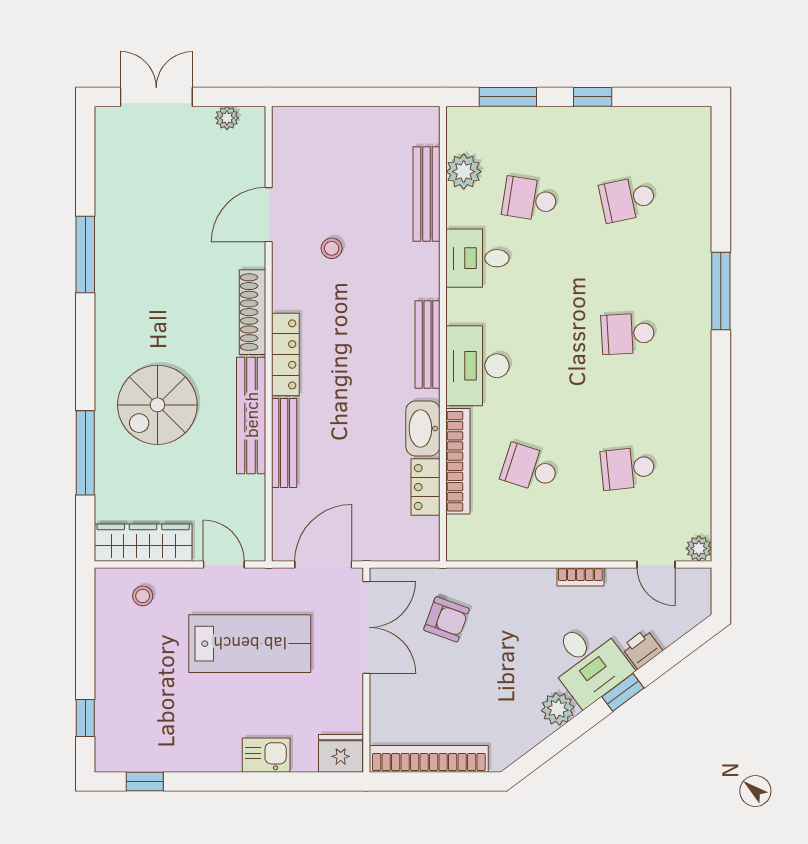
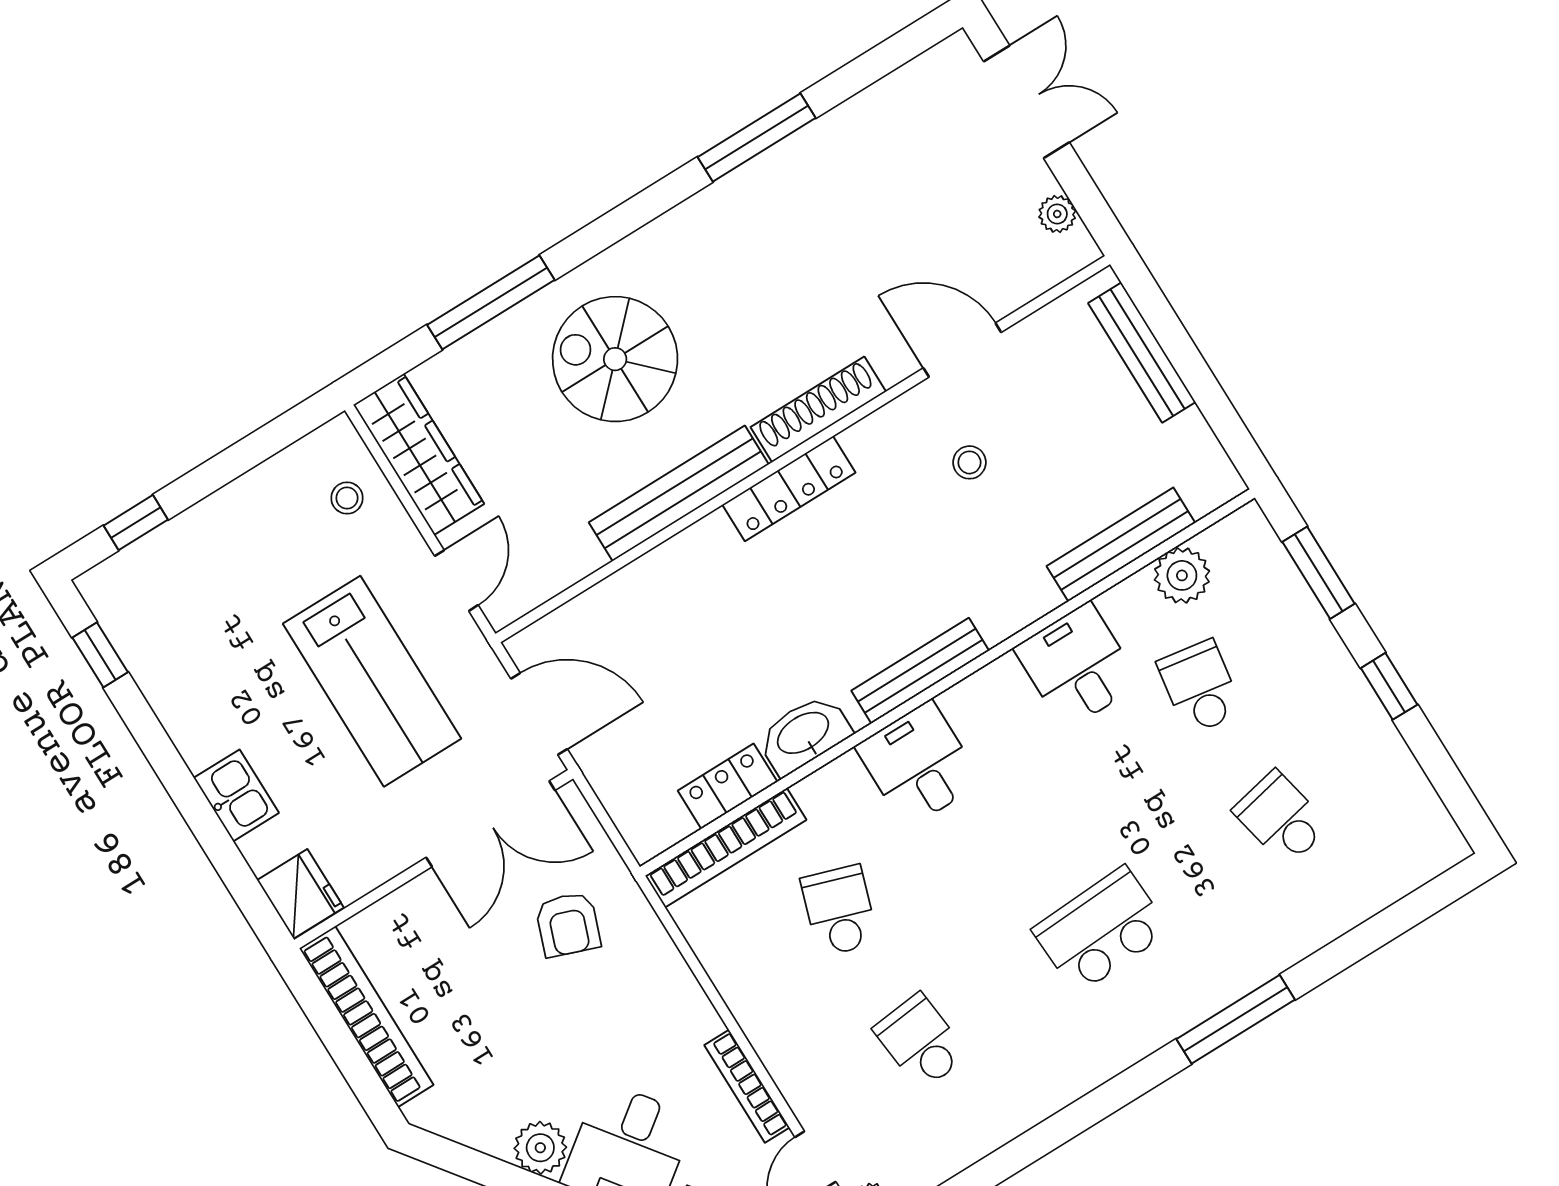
school desk: (628, 334) -> (1101, 930), width x1.85
desk: (477, 366) -> (919, 764), width x0.73
bench: (284, 443) -> (1142, 353), moved, turned 90
bookcase: (458, 461) -> (726, 848), moved
bookcase: (580, 577) -> (747, 1086), width x1.56

